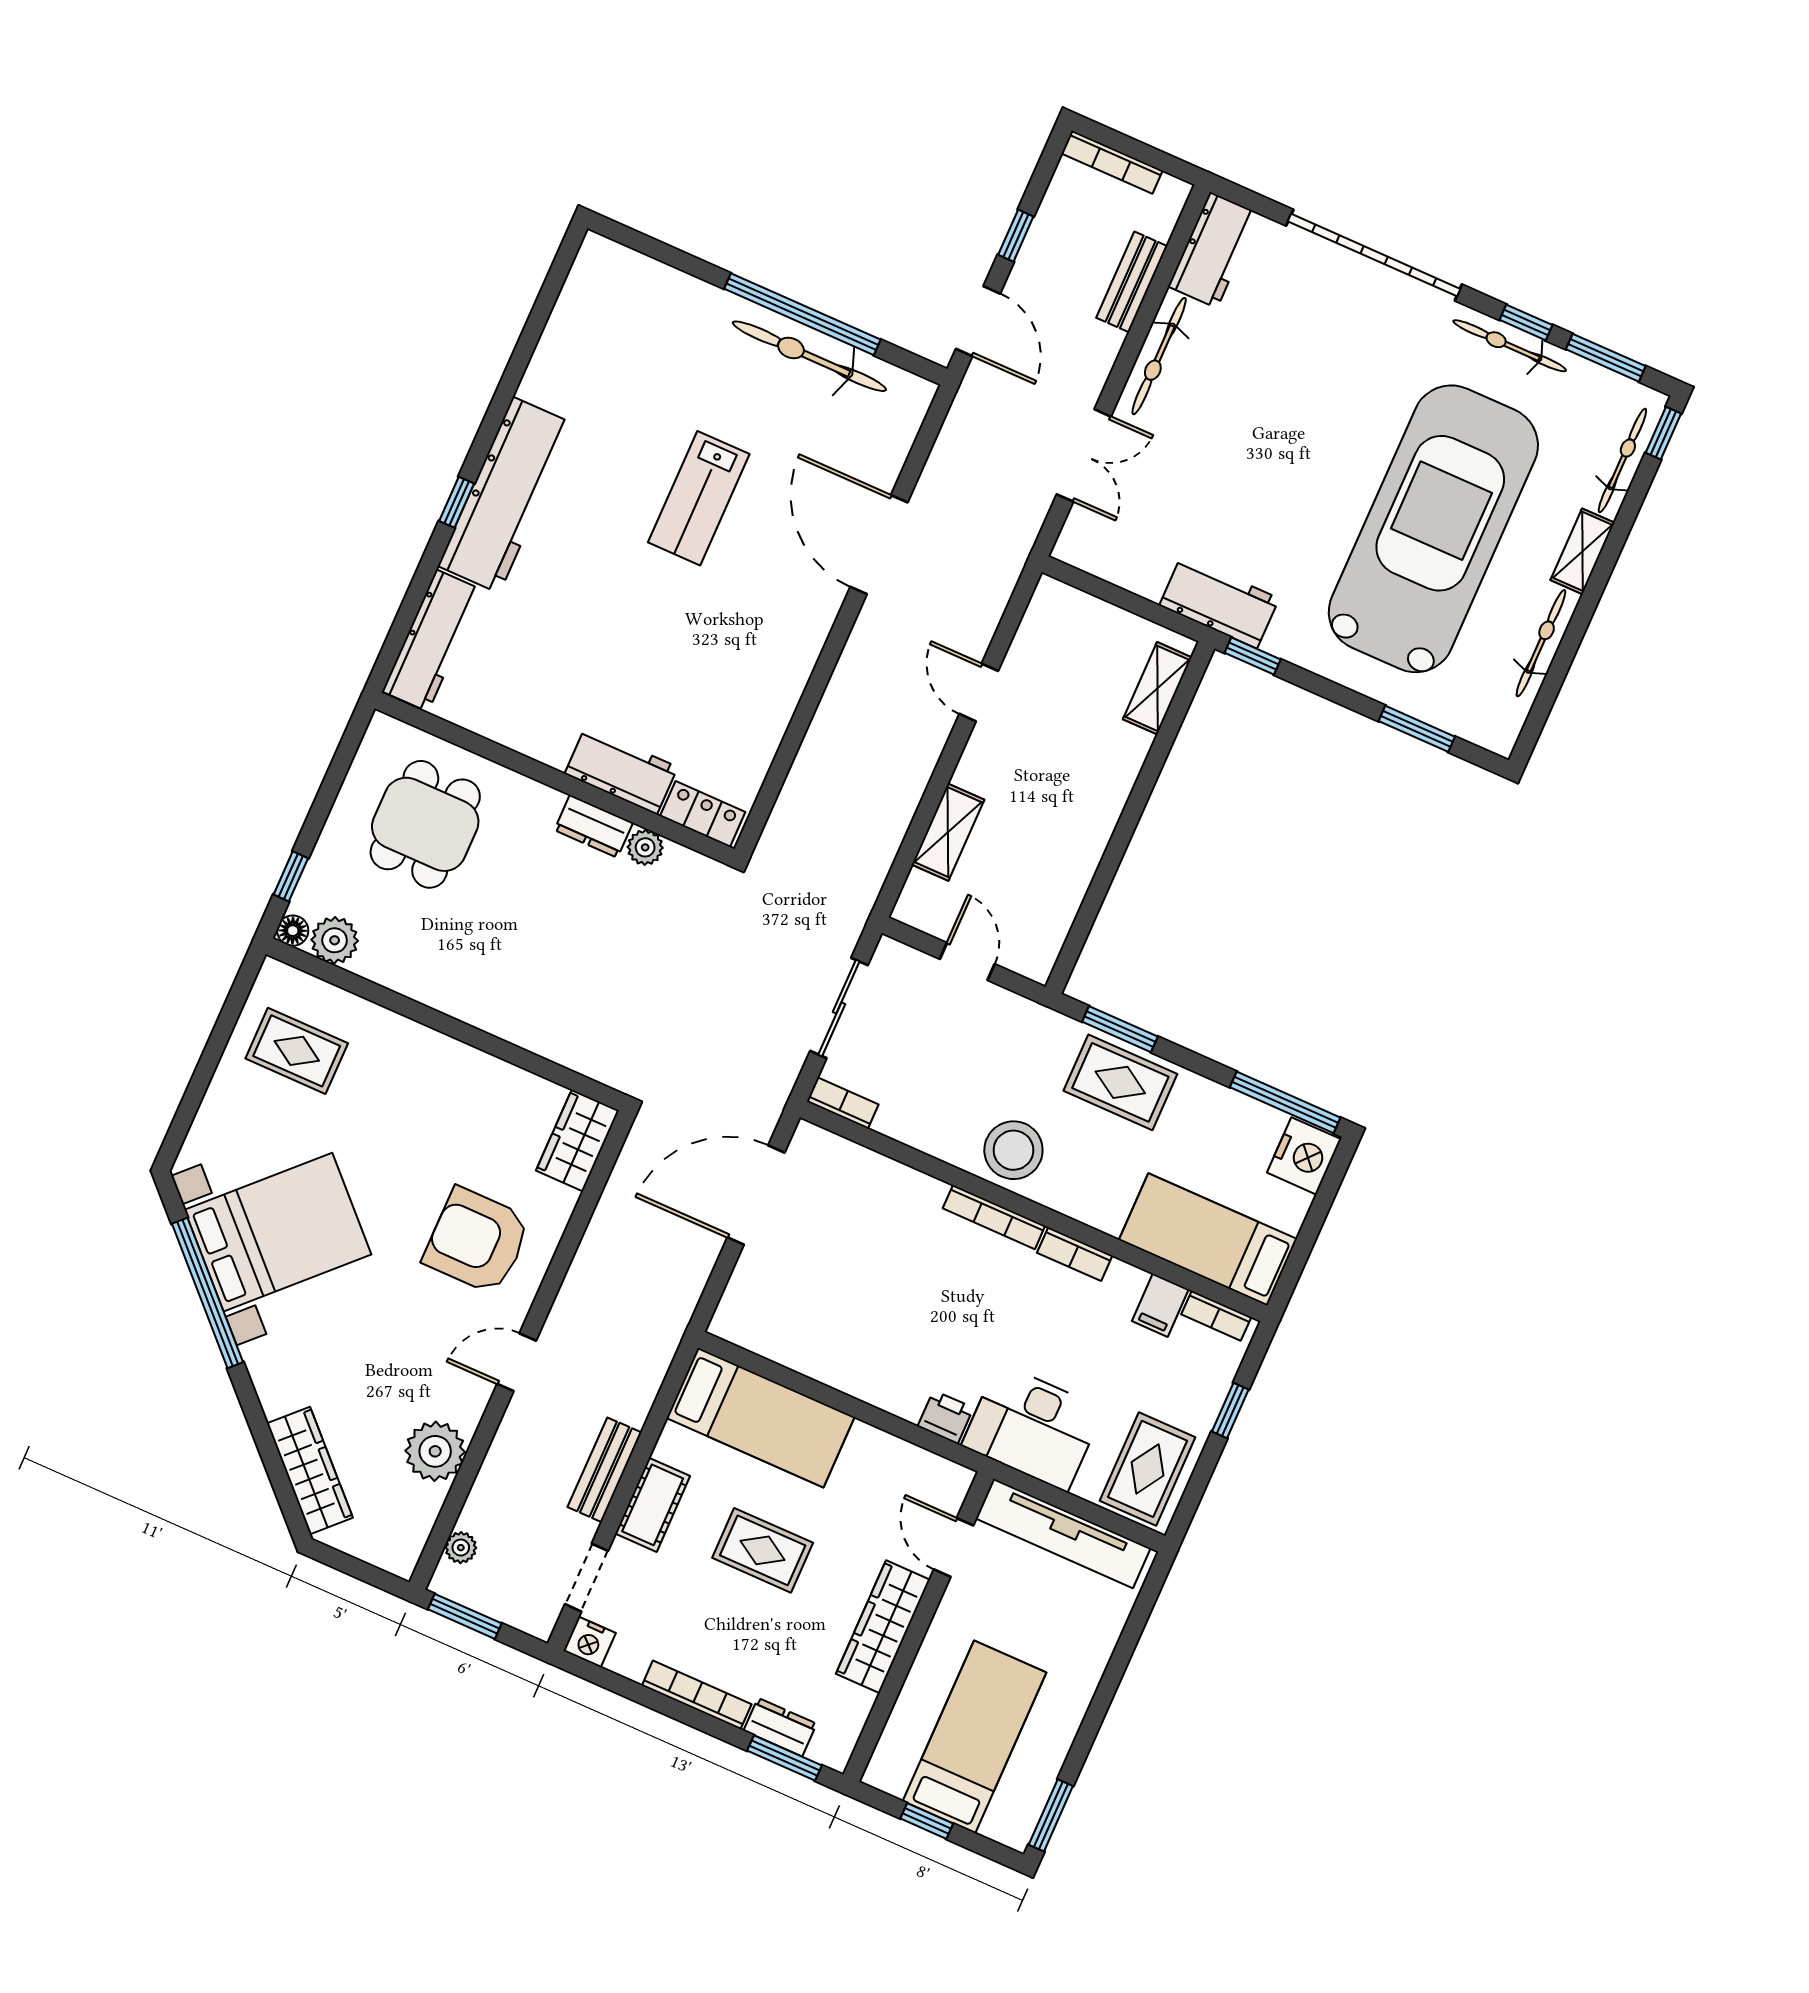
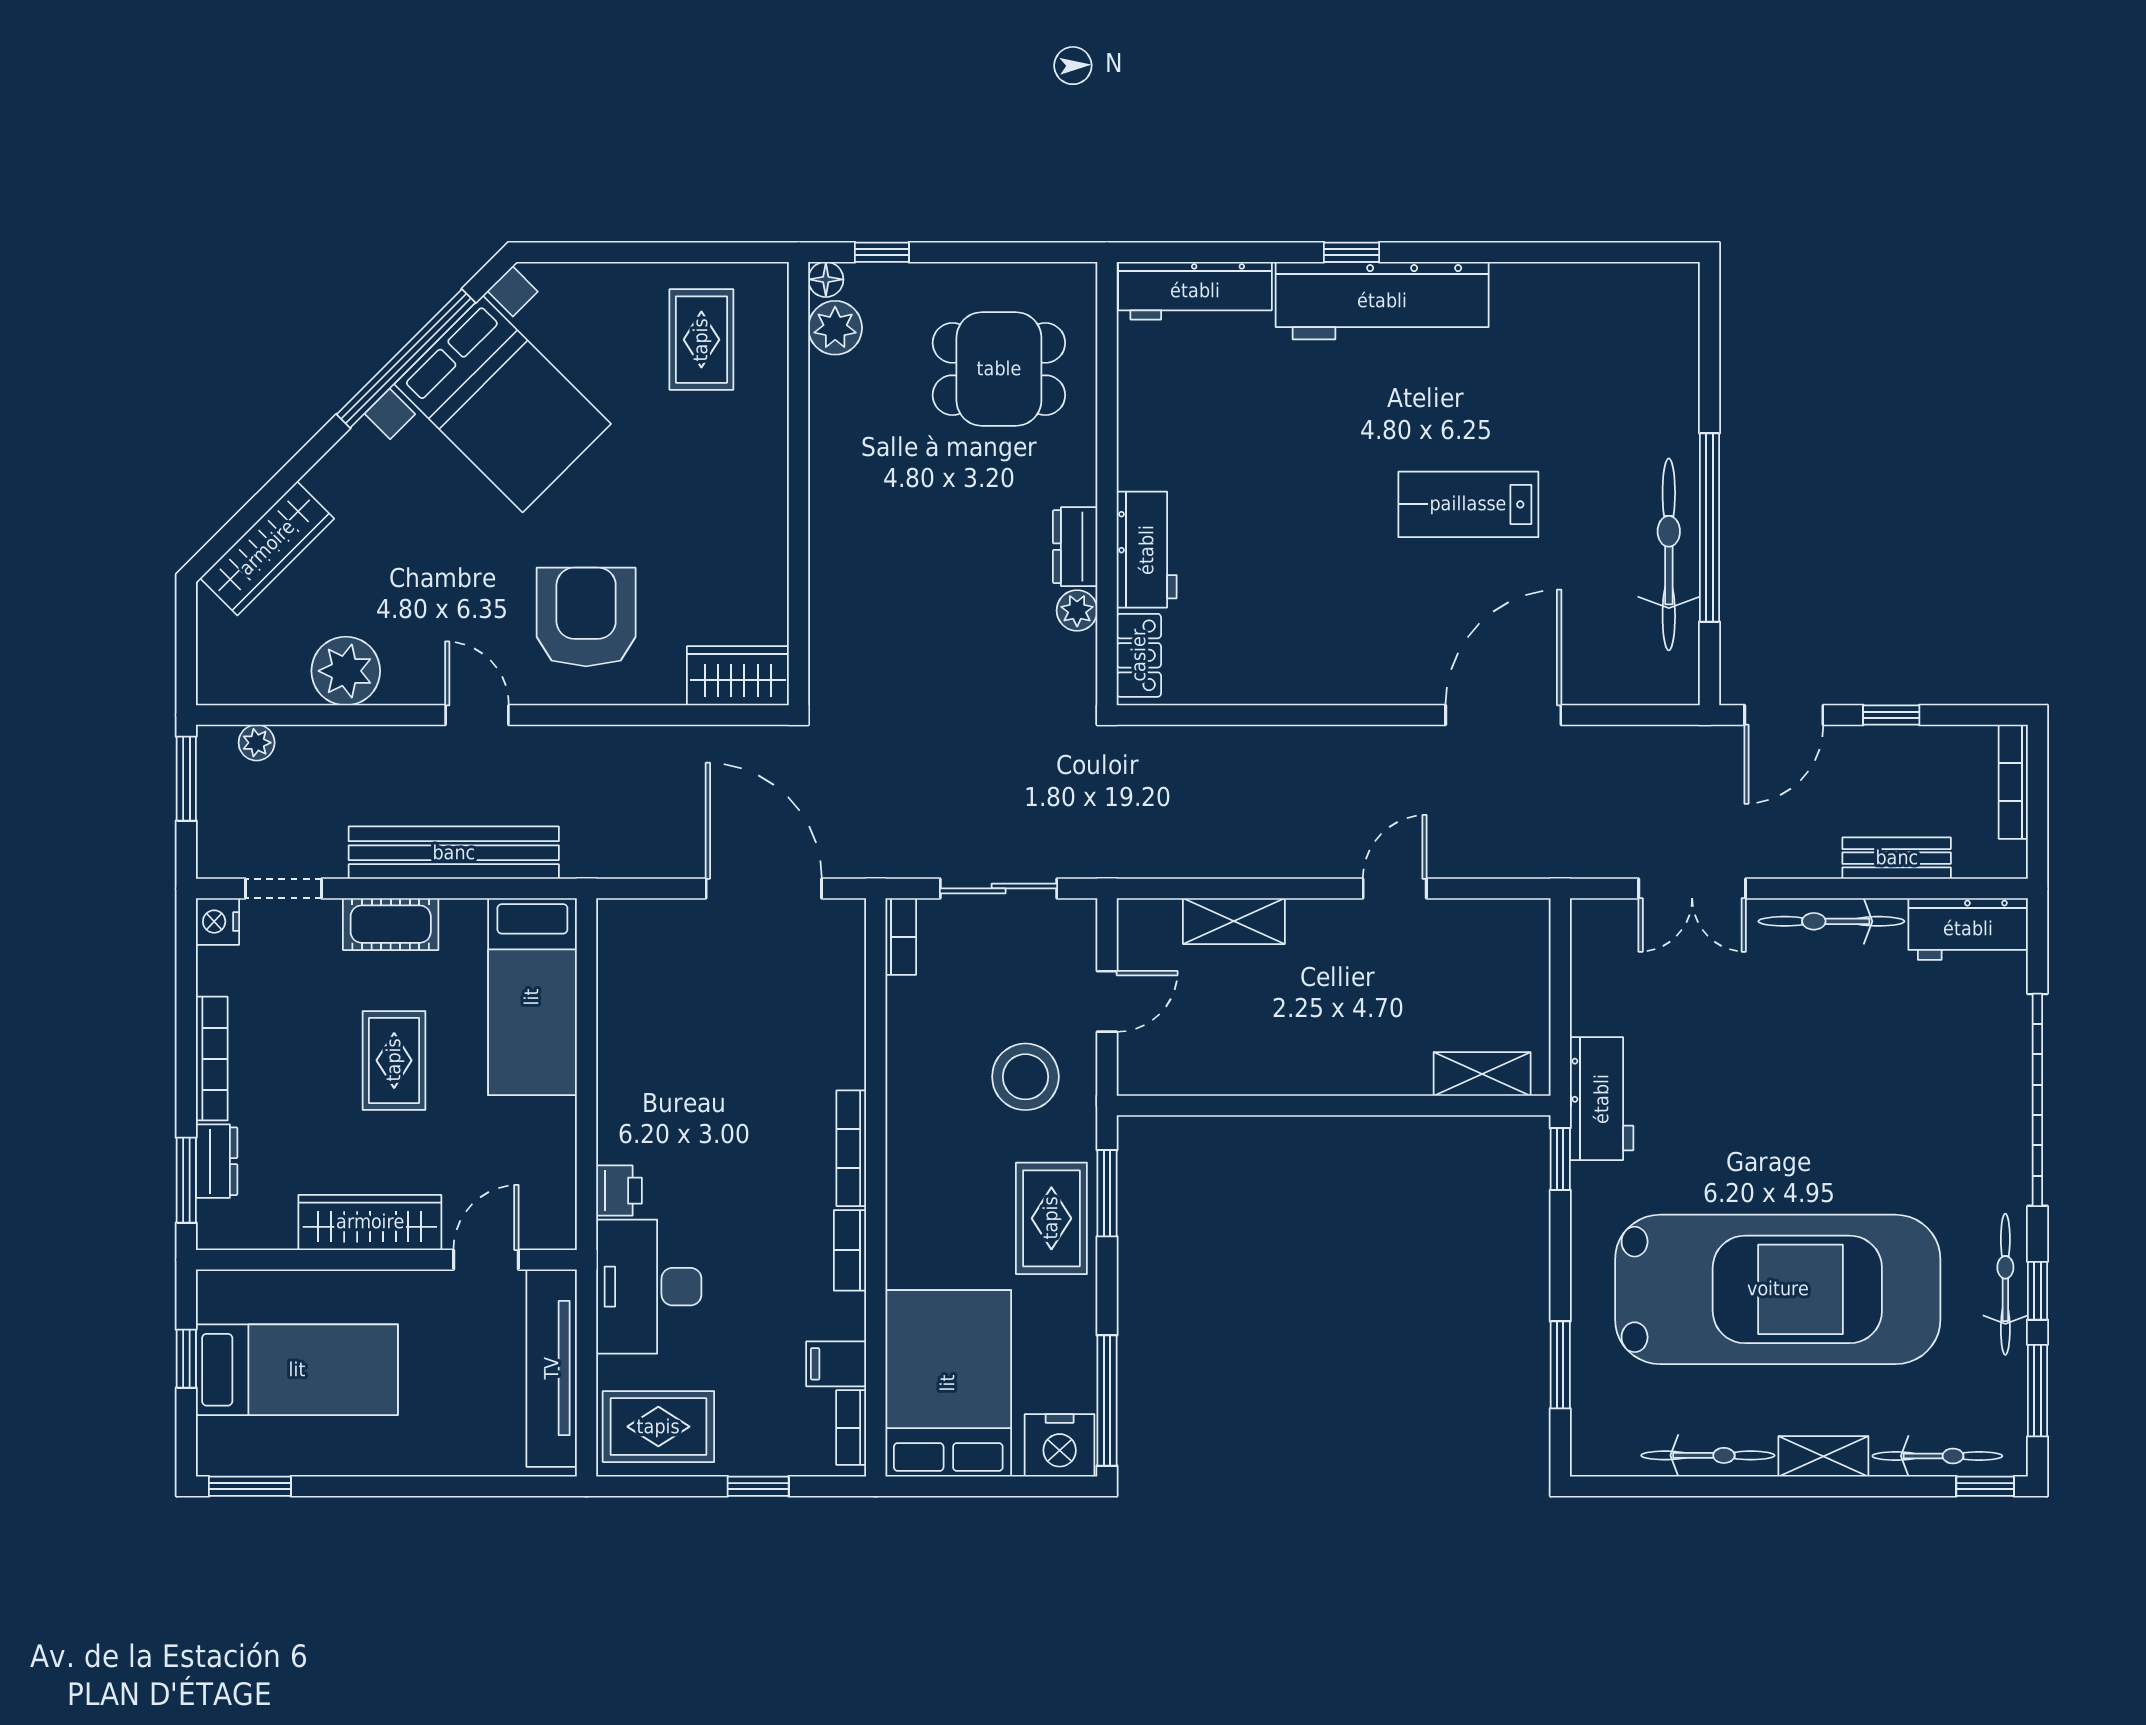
stool: (1013, 1150) -> (1025, 1077), moved
bed: (1208, 1239) -> (948, 1383), width x1.50
bench: (605, 1470) -> (454, 853), width x1.86, depth x1.21

